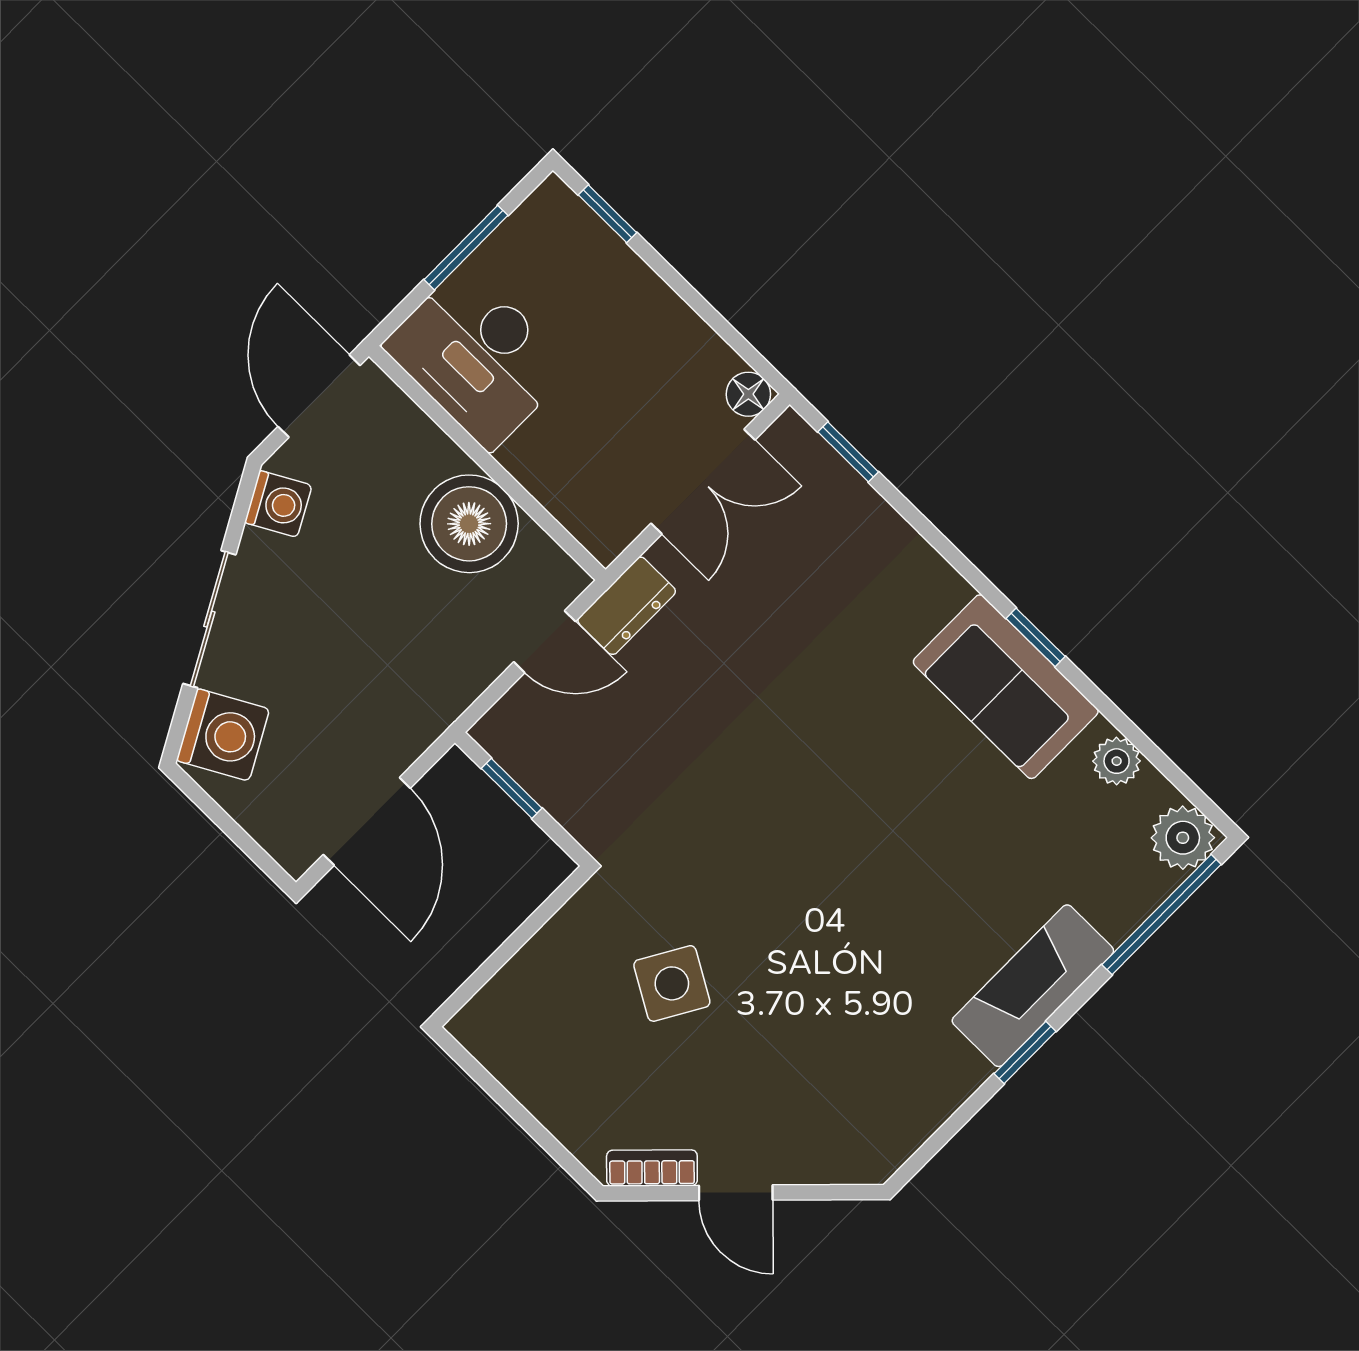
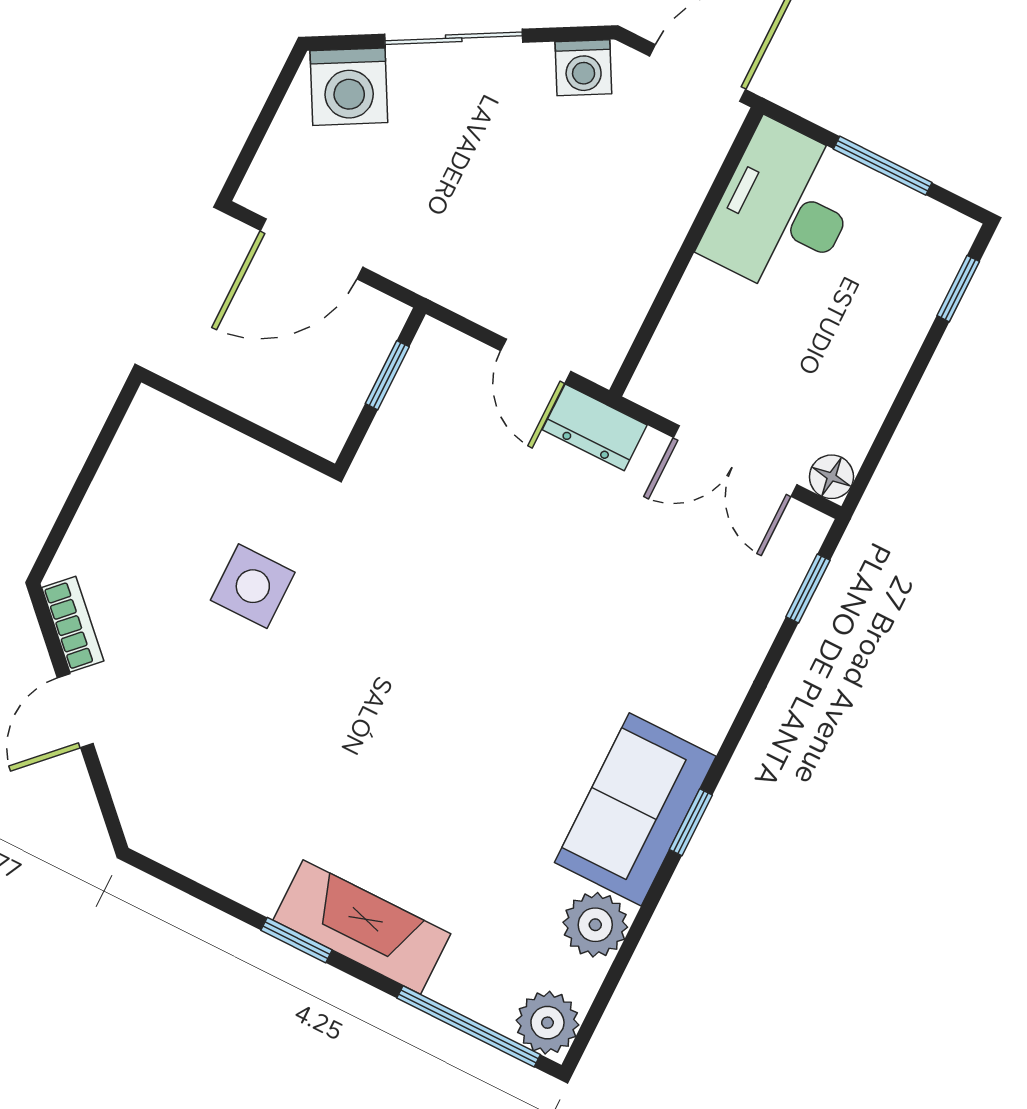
boiler: (469, 524) -> (623, 254), removed
plant: (1117, 761) -> (595, 925), width x1.38, depth x1.38
side table: (672, 983) -> (253, 586), turned -30

